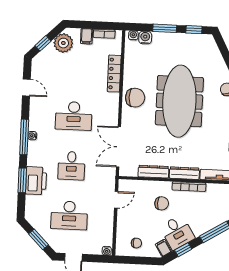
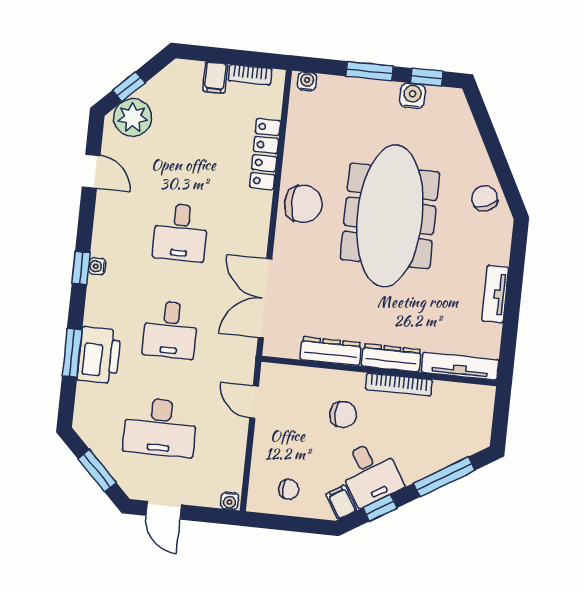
water cooler: (145, 38) -> (412, 96), moved
plant: (63, 43) -> (133, 117), moved
desk: (74, 116) -> (181, 232), width x0.73
window: (24, 137) -> (81, 268), width x0.46
door: (116, 200) -> (254, 402), swing flipped

